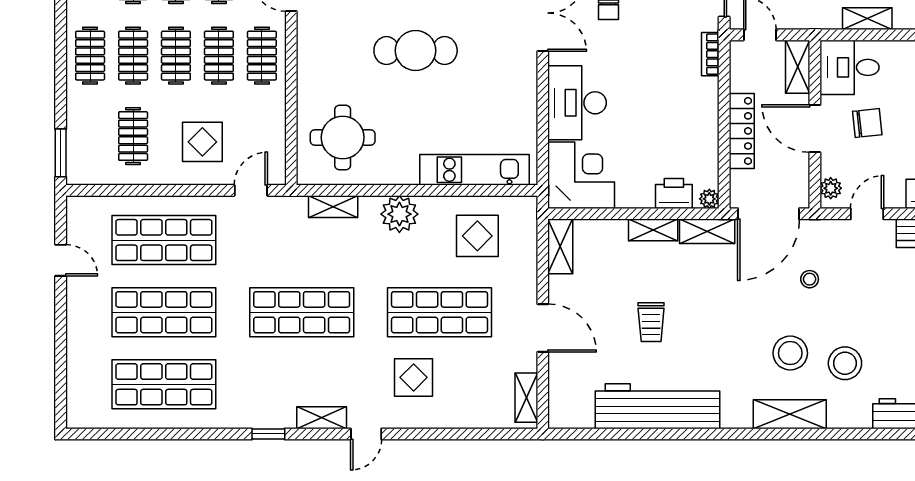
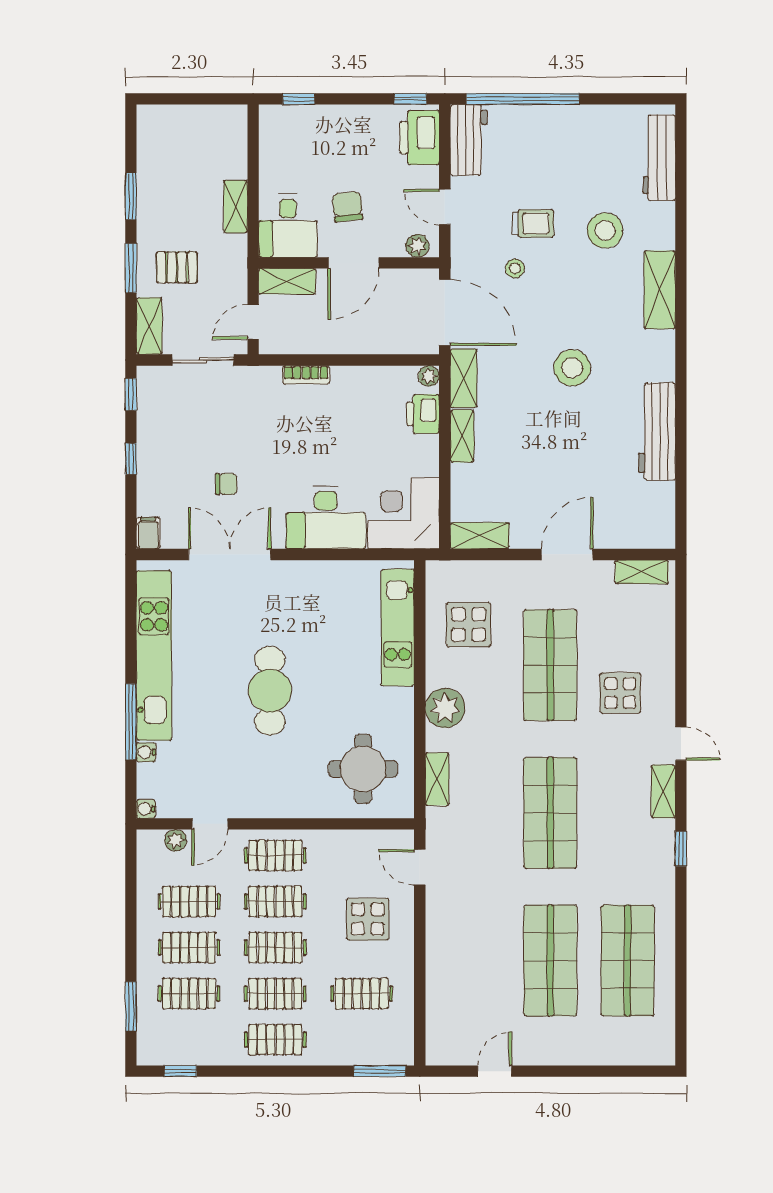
bookcase: (710, 54) -> (306, 375), moved
locker: (742, 131) -> (356, 341), removed
shop shelf: (164, 240) -> (473, 961), removed
trolley: (651, 322) -> (533, 223), moved
stool: (790, 353) -> (572, 368), moved
workbench: (657, 406) -> (657, 431), width x0.73, depth x0.76

